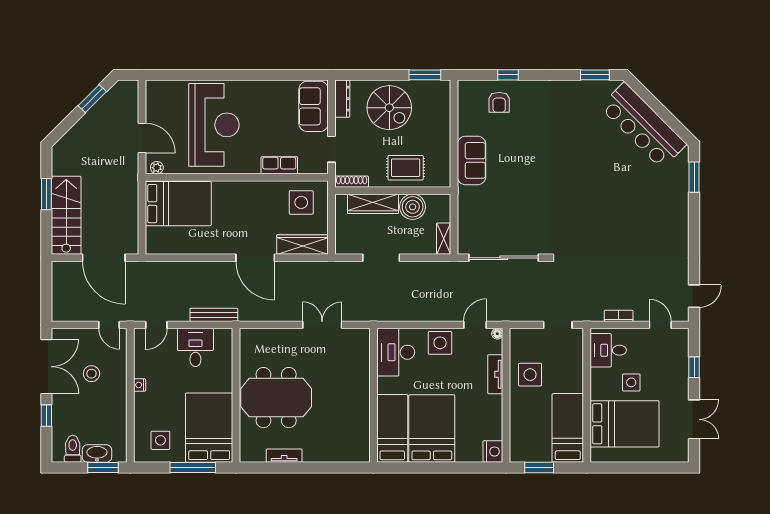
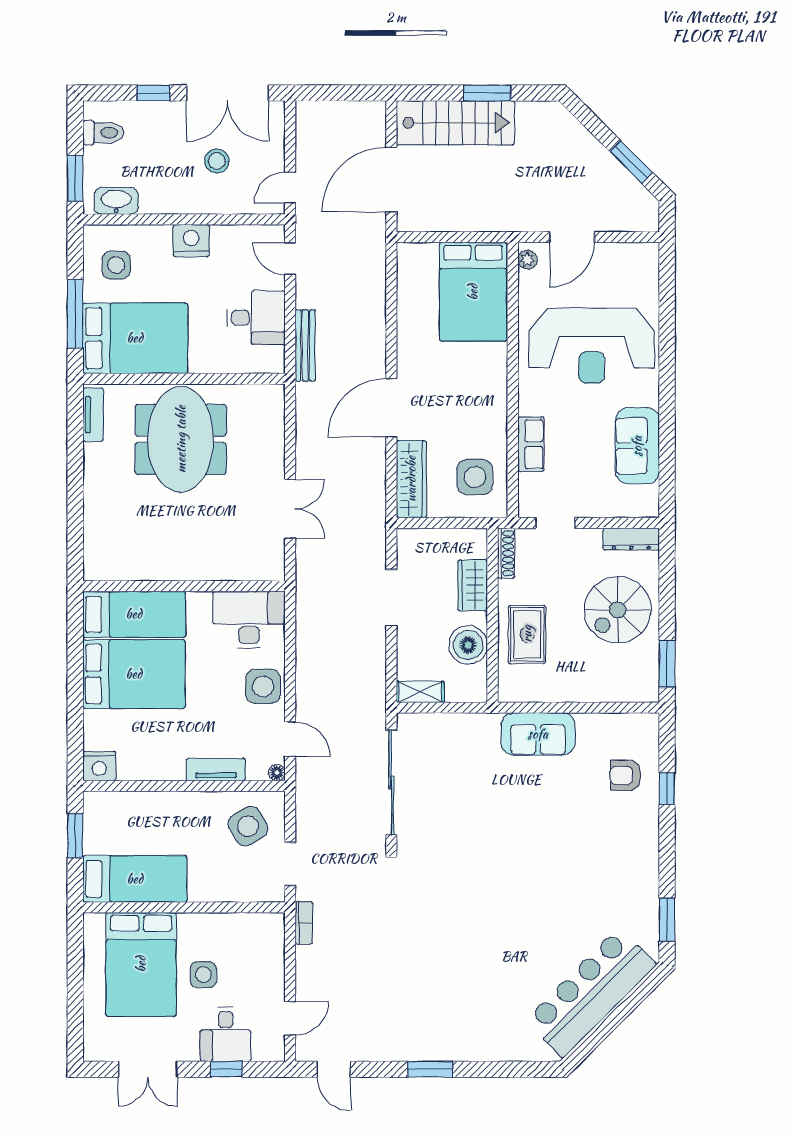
sofa: (314, 106) -> (637, 446), moved, turned -90
window: (694, 177) -> (430, 1069), moved
wardrobe: (373, 204) -> (473, 585), width x0.67
bookcase: (619, 316) -> (304, 923), moved
desk: (608, 350) -> (226, 1034), moved, turned 180
side table: (530, 375) -> (248, 826), moved, turned -30
nightstand: (140, 385) -> (191, 241), width x1.89, depth x1.79
washbasin: (97, 454) -> (116, 201), moved, turned -90
tv unit: (284, 456) -> (93, 415), moved

